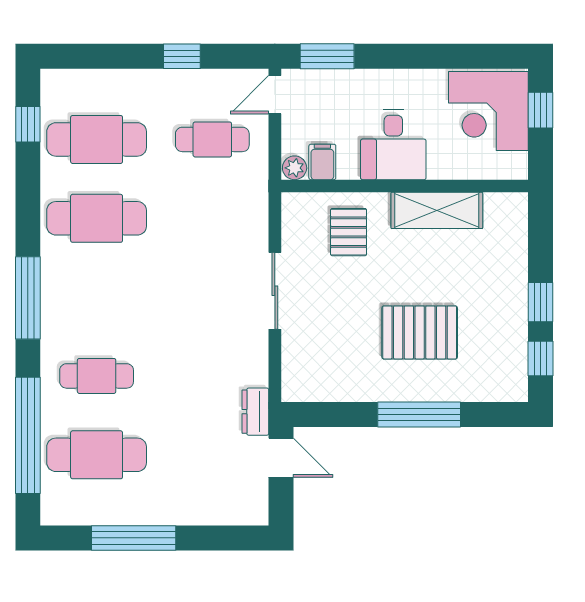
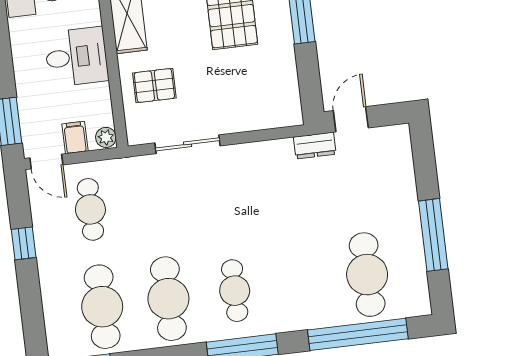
filing cabinet: (322, 162) -> (75, 137), moved, turned 90
sliding door: (275, 291) -> (188, 144), moved
cafe table: (97, 376) -> (235, 291), moved

